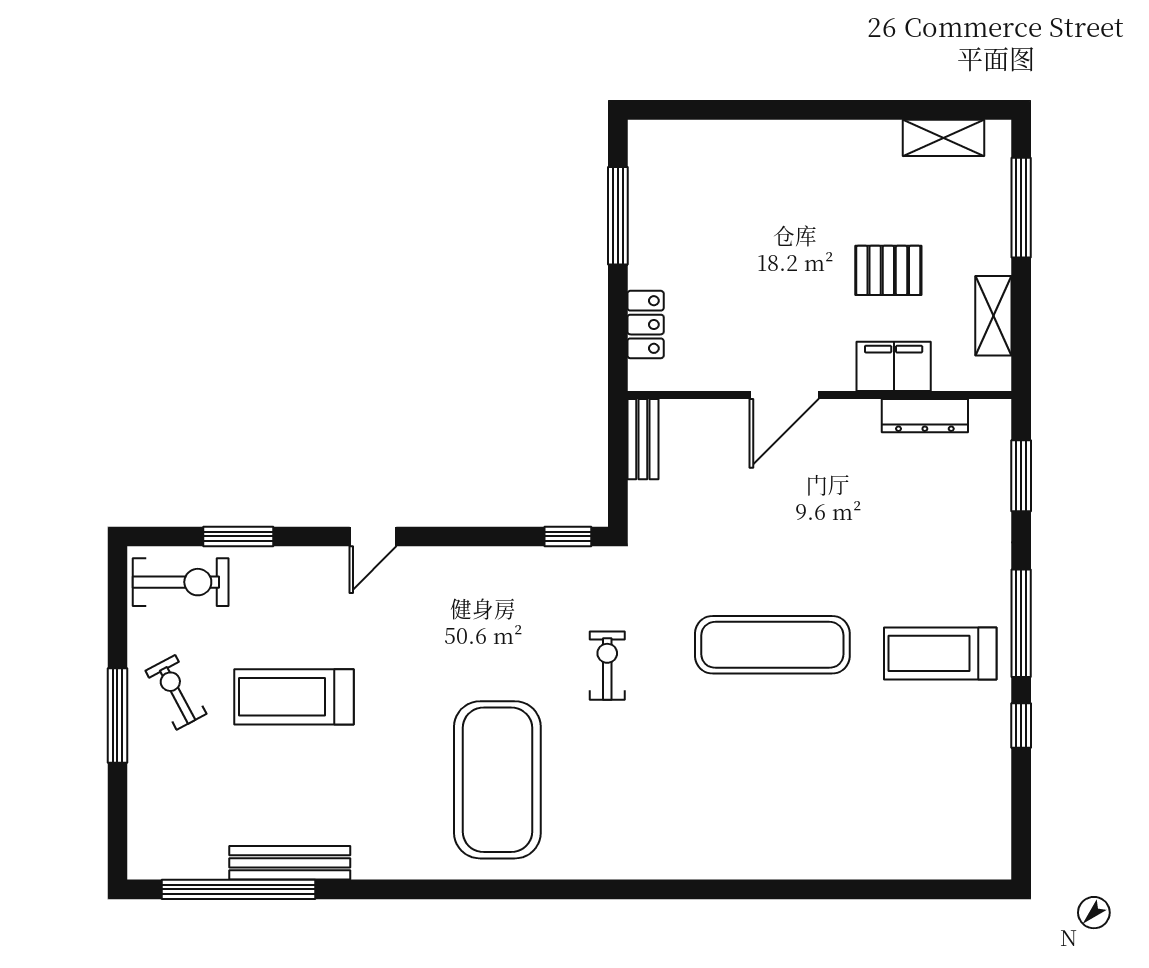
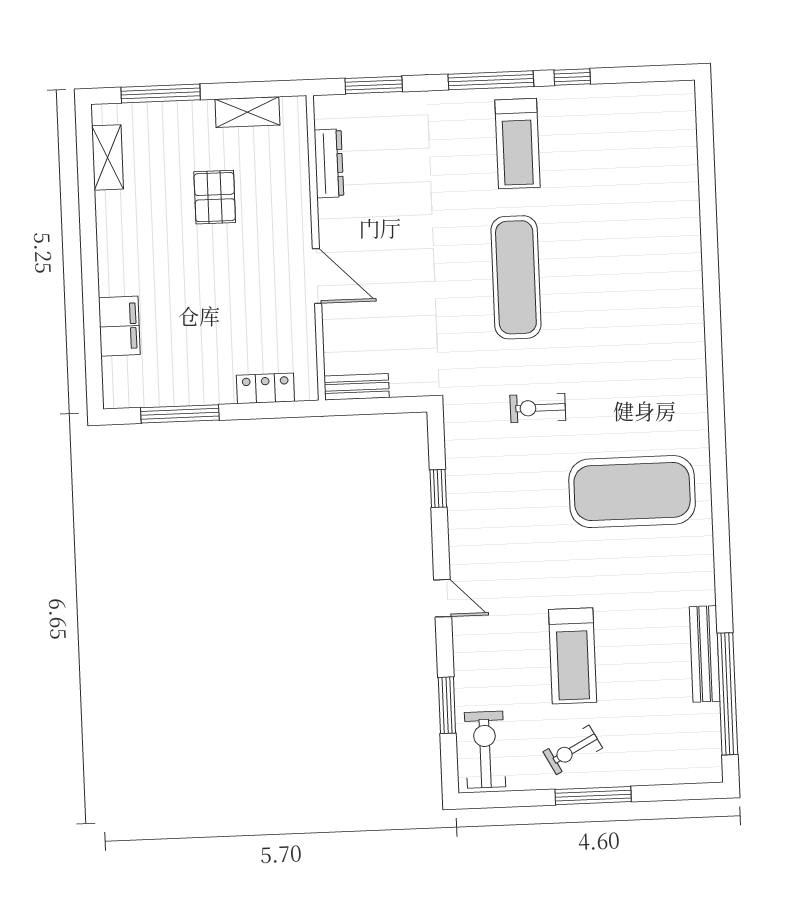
filing cabinet: (894, 366) -> (119, 326), moved, turned 180
window: (568, 536) -> (438, 489), moved

